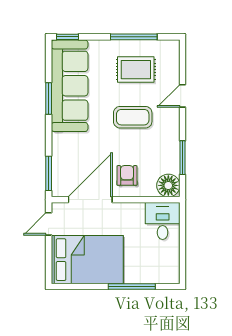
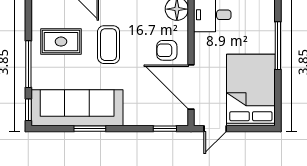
window: (134, 37) -> (28, 64), moved
rug: (136, 70) -> (61, 42), turned 90
window: (49, 173) -> (165, 129), width x0.67
door: (49, 224) -> (215, 129), hinge flipped

